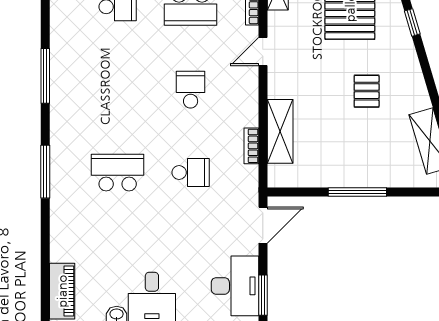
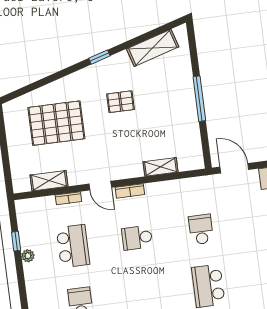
window: (412, 22) -> (99, 57), moved
shelving: (280, 131) -> (161, 167), width x0.67, depth x0.75
bookcase: (251, 146) -> (130, 191), moved

